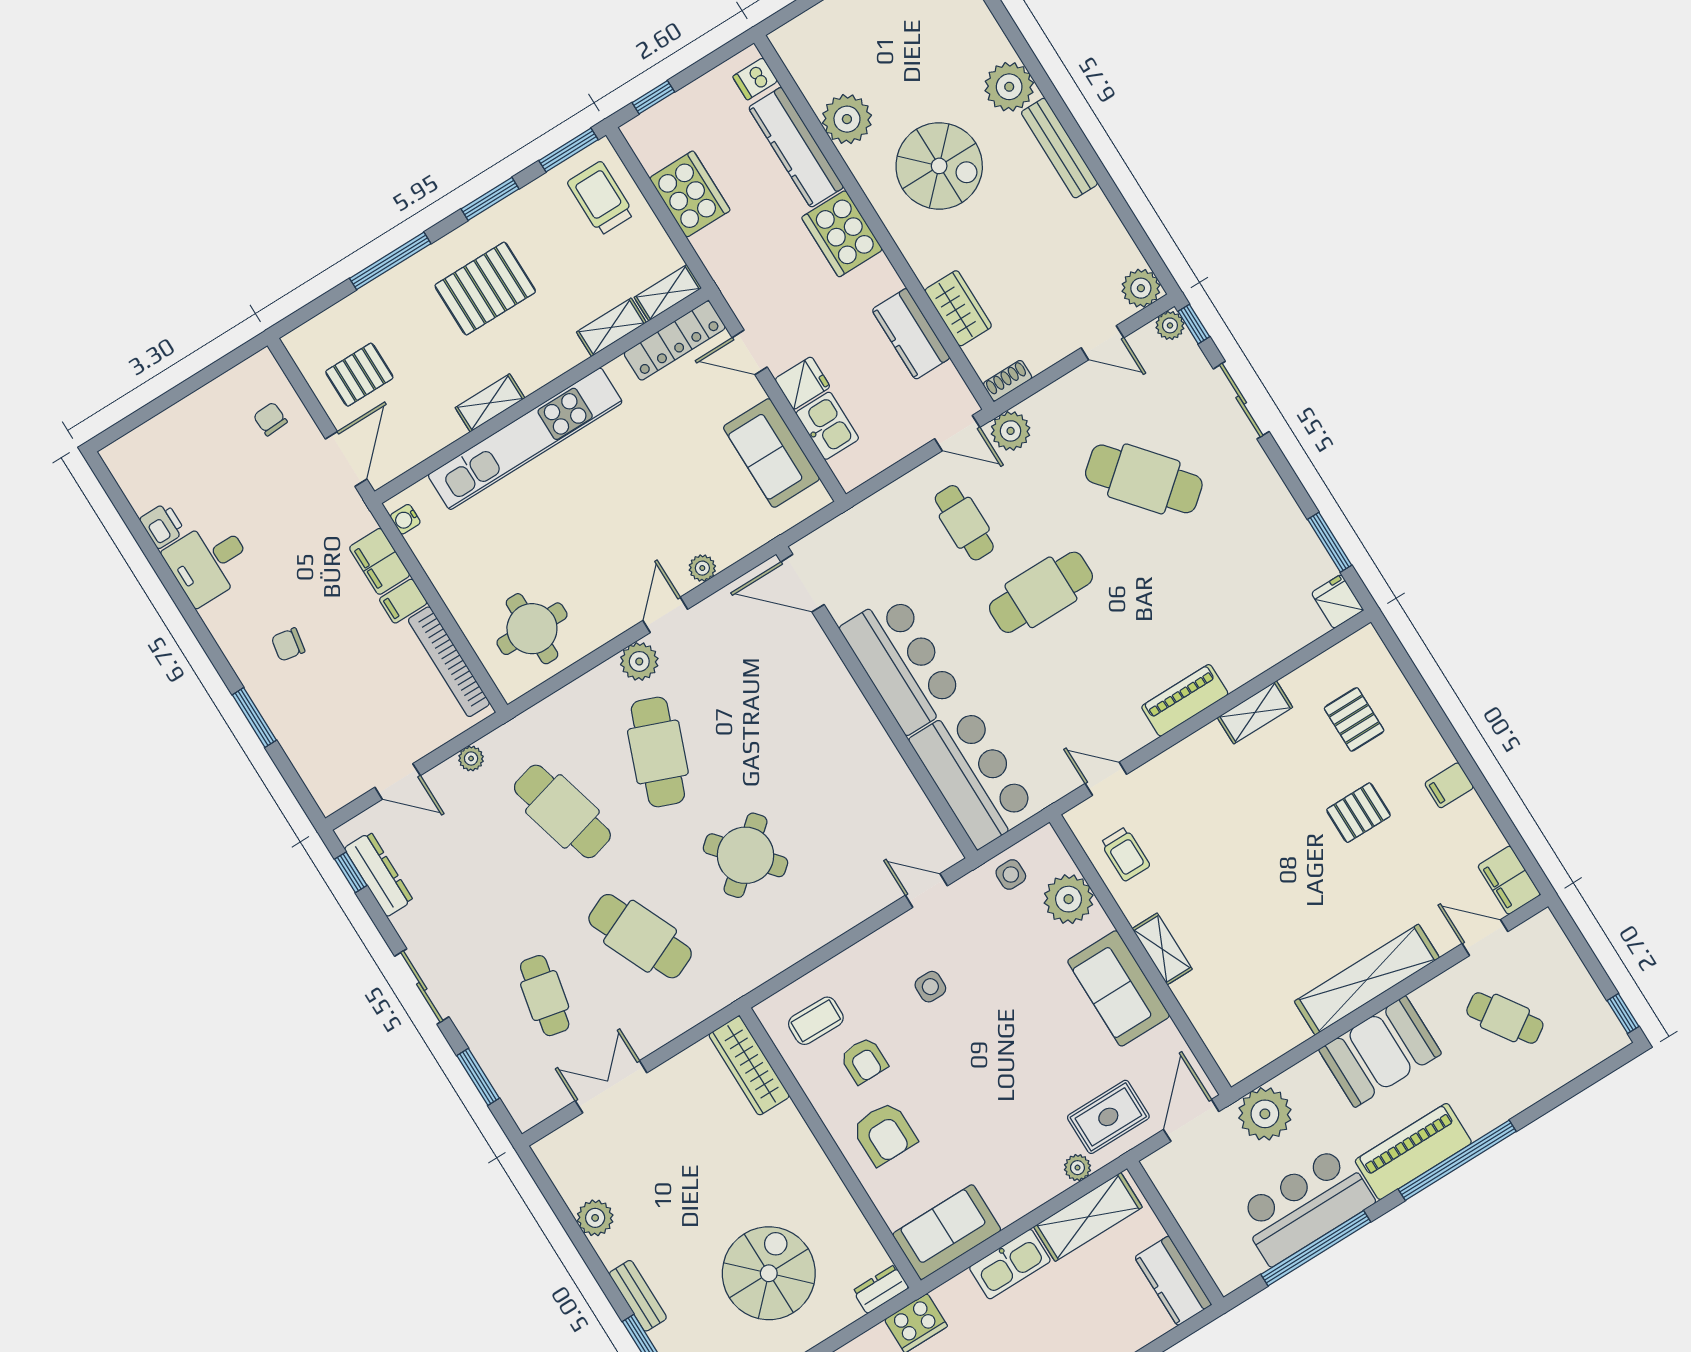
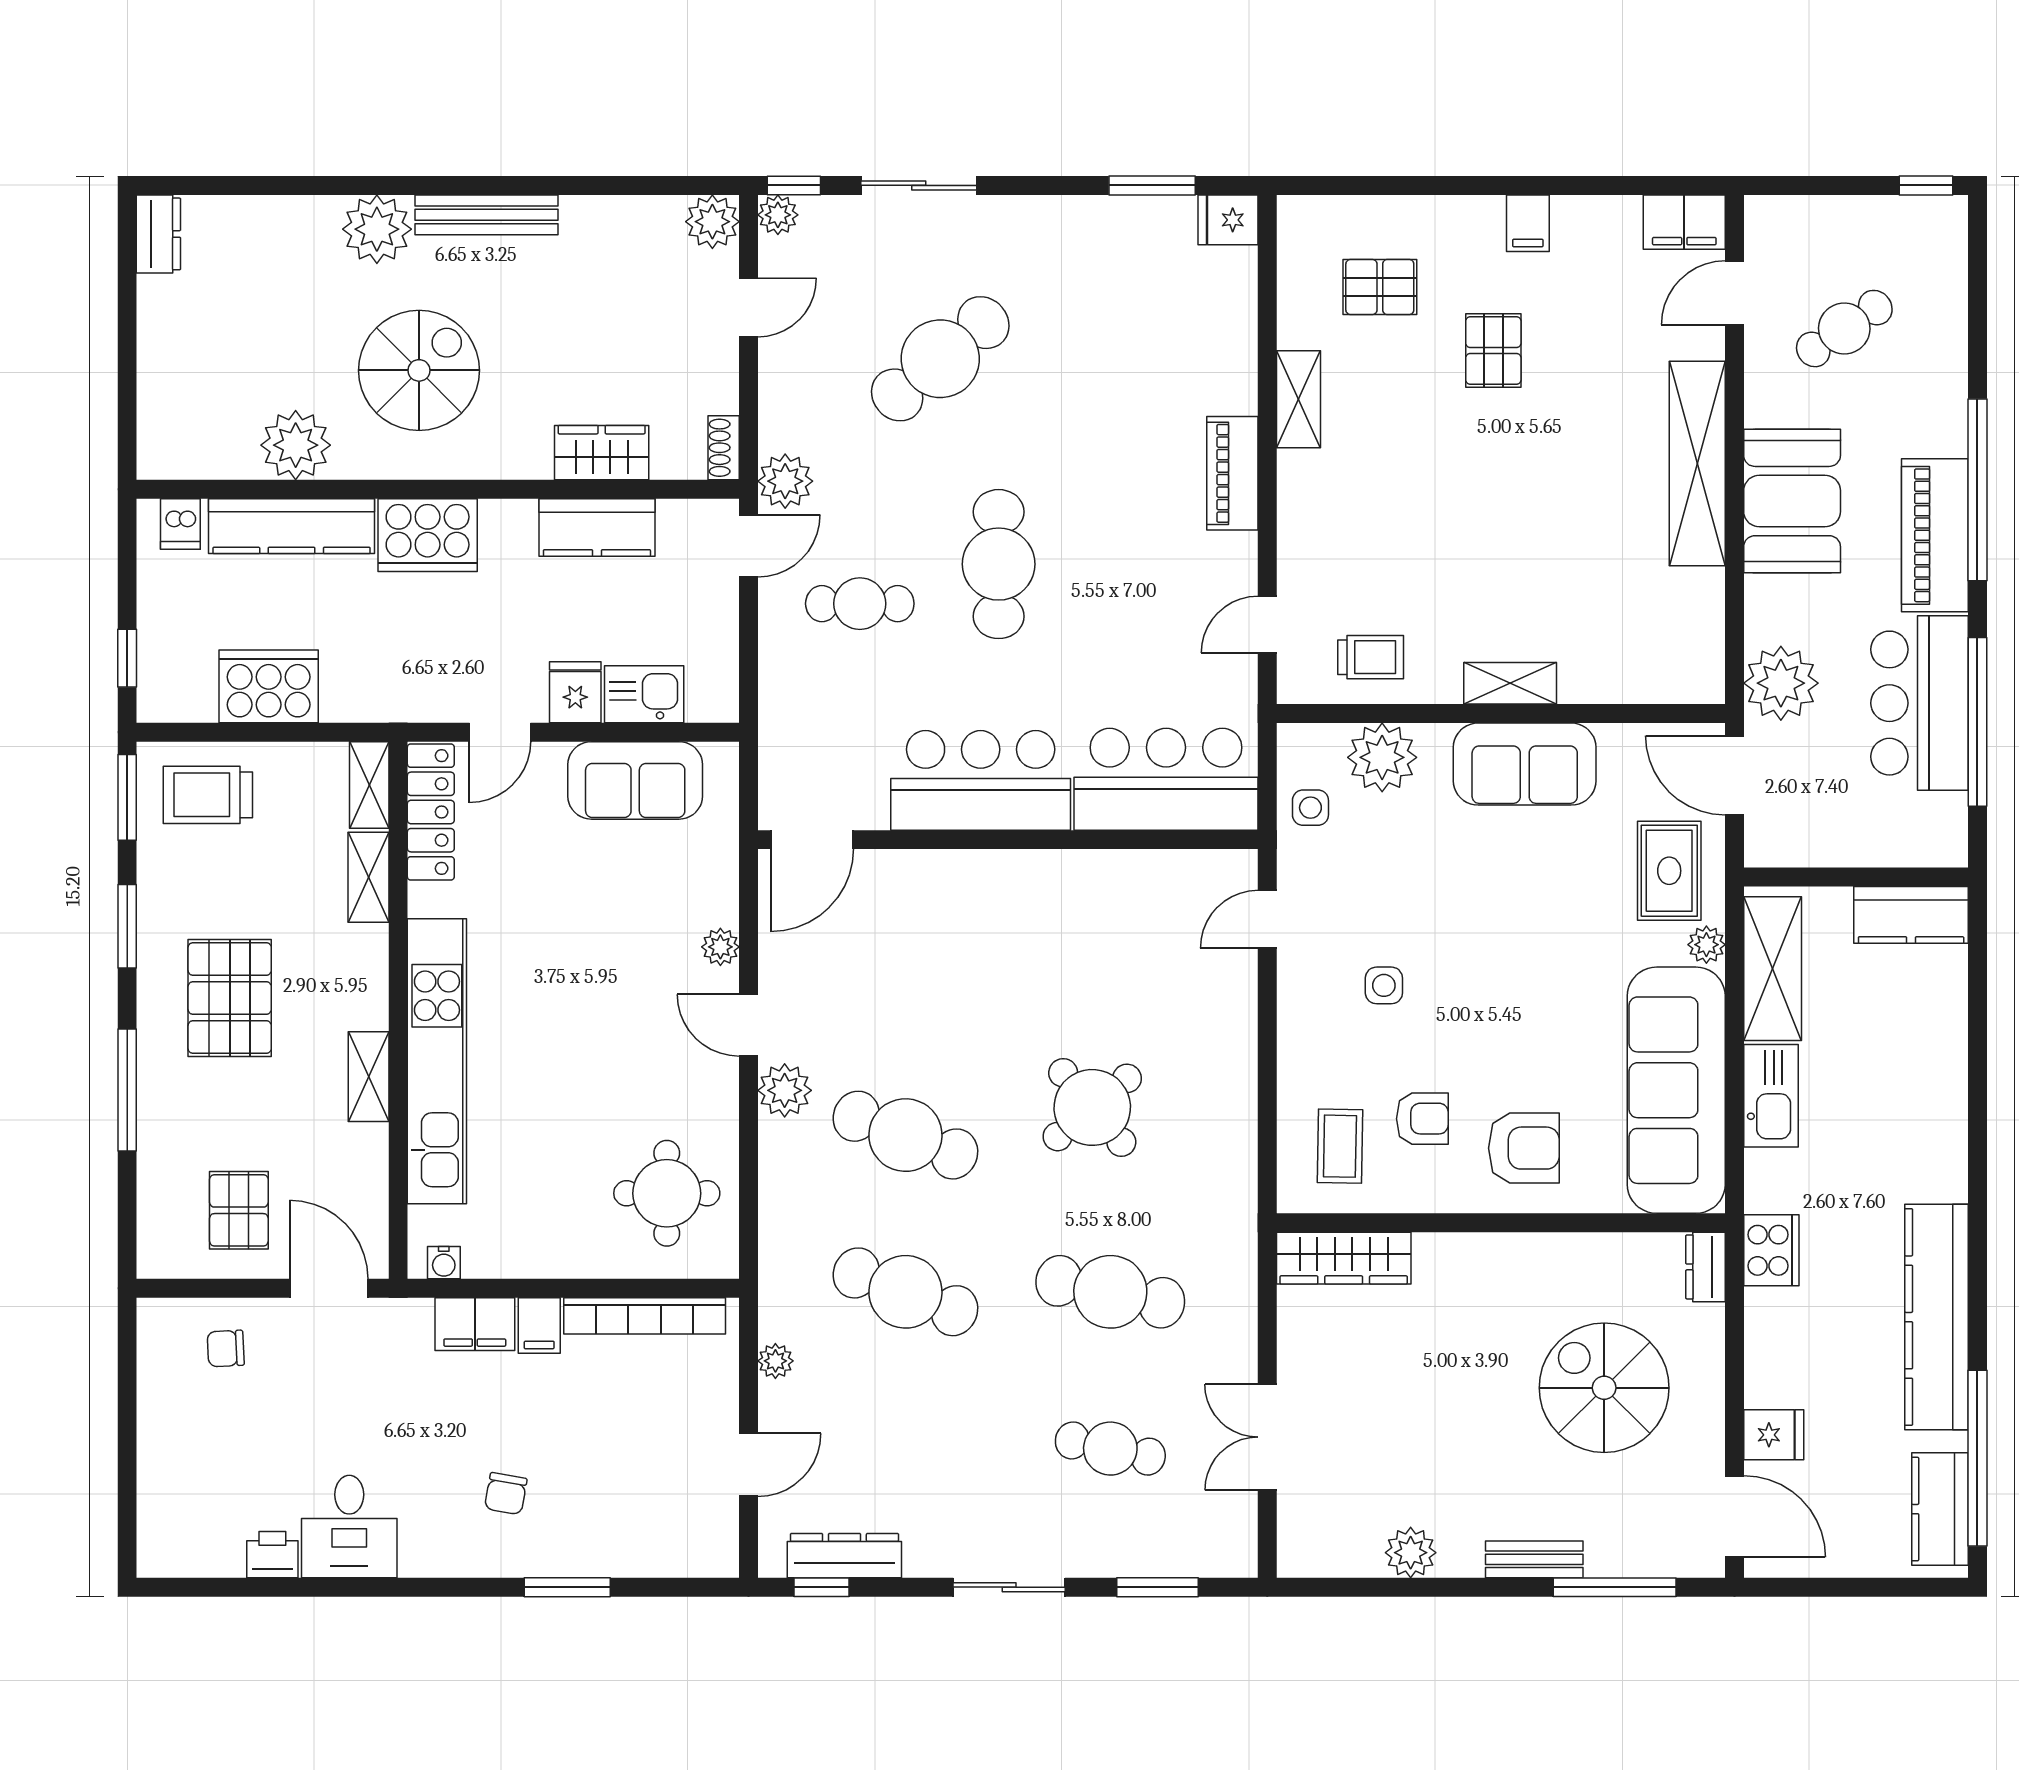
cafe table: (562, 811) -> (905, 1292), turned 36
cafe table: (640, 936) -> (1110, 1292), turned 36
sofa: (947, 1232) -> (1676, 1090), width x1.85, depth x1.27

